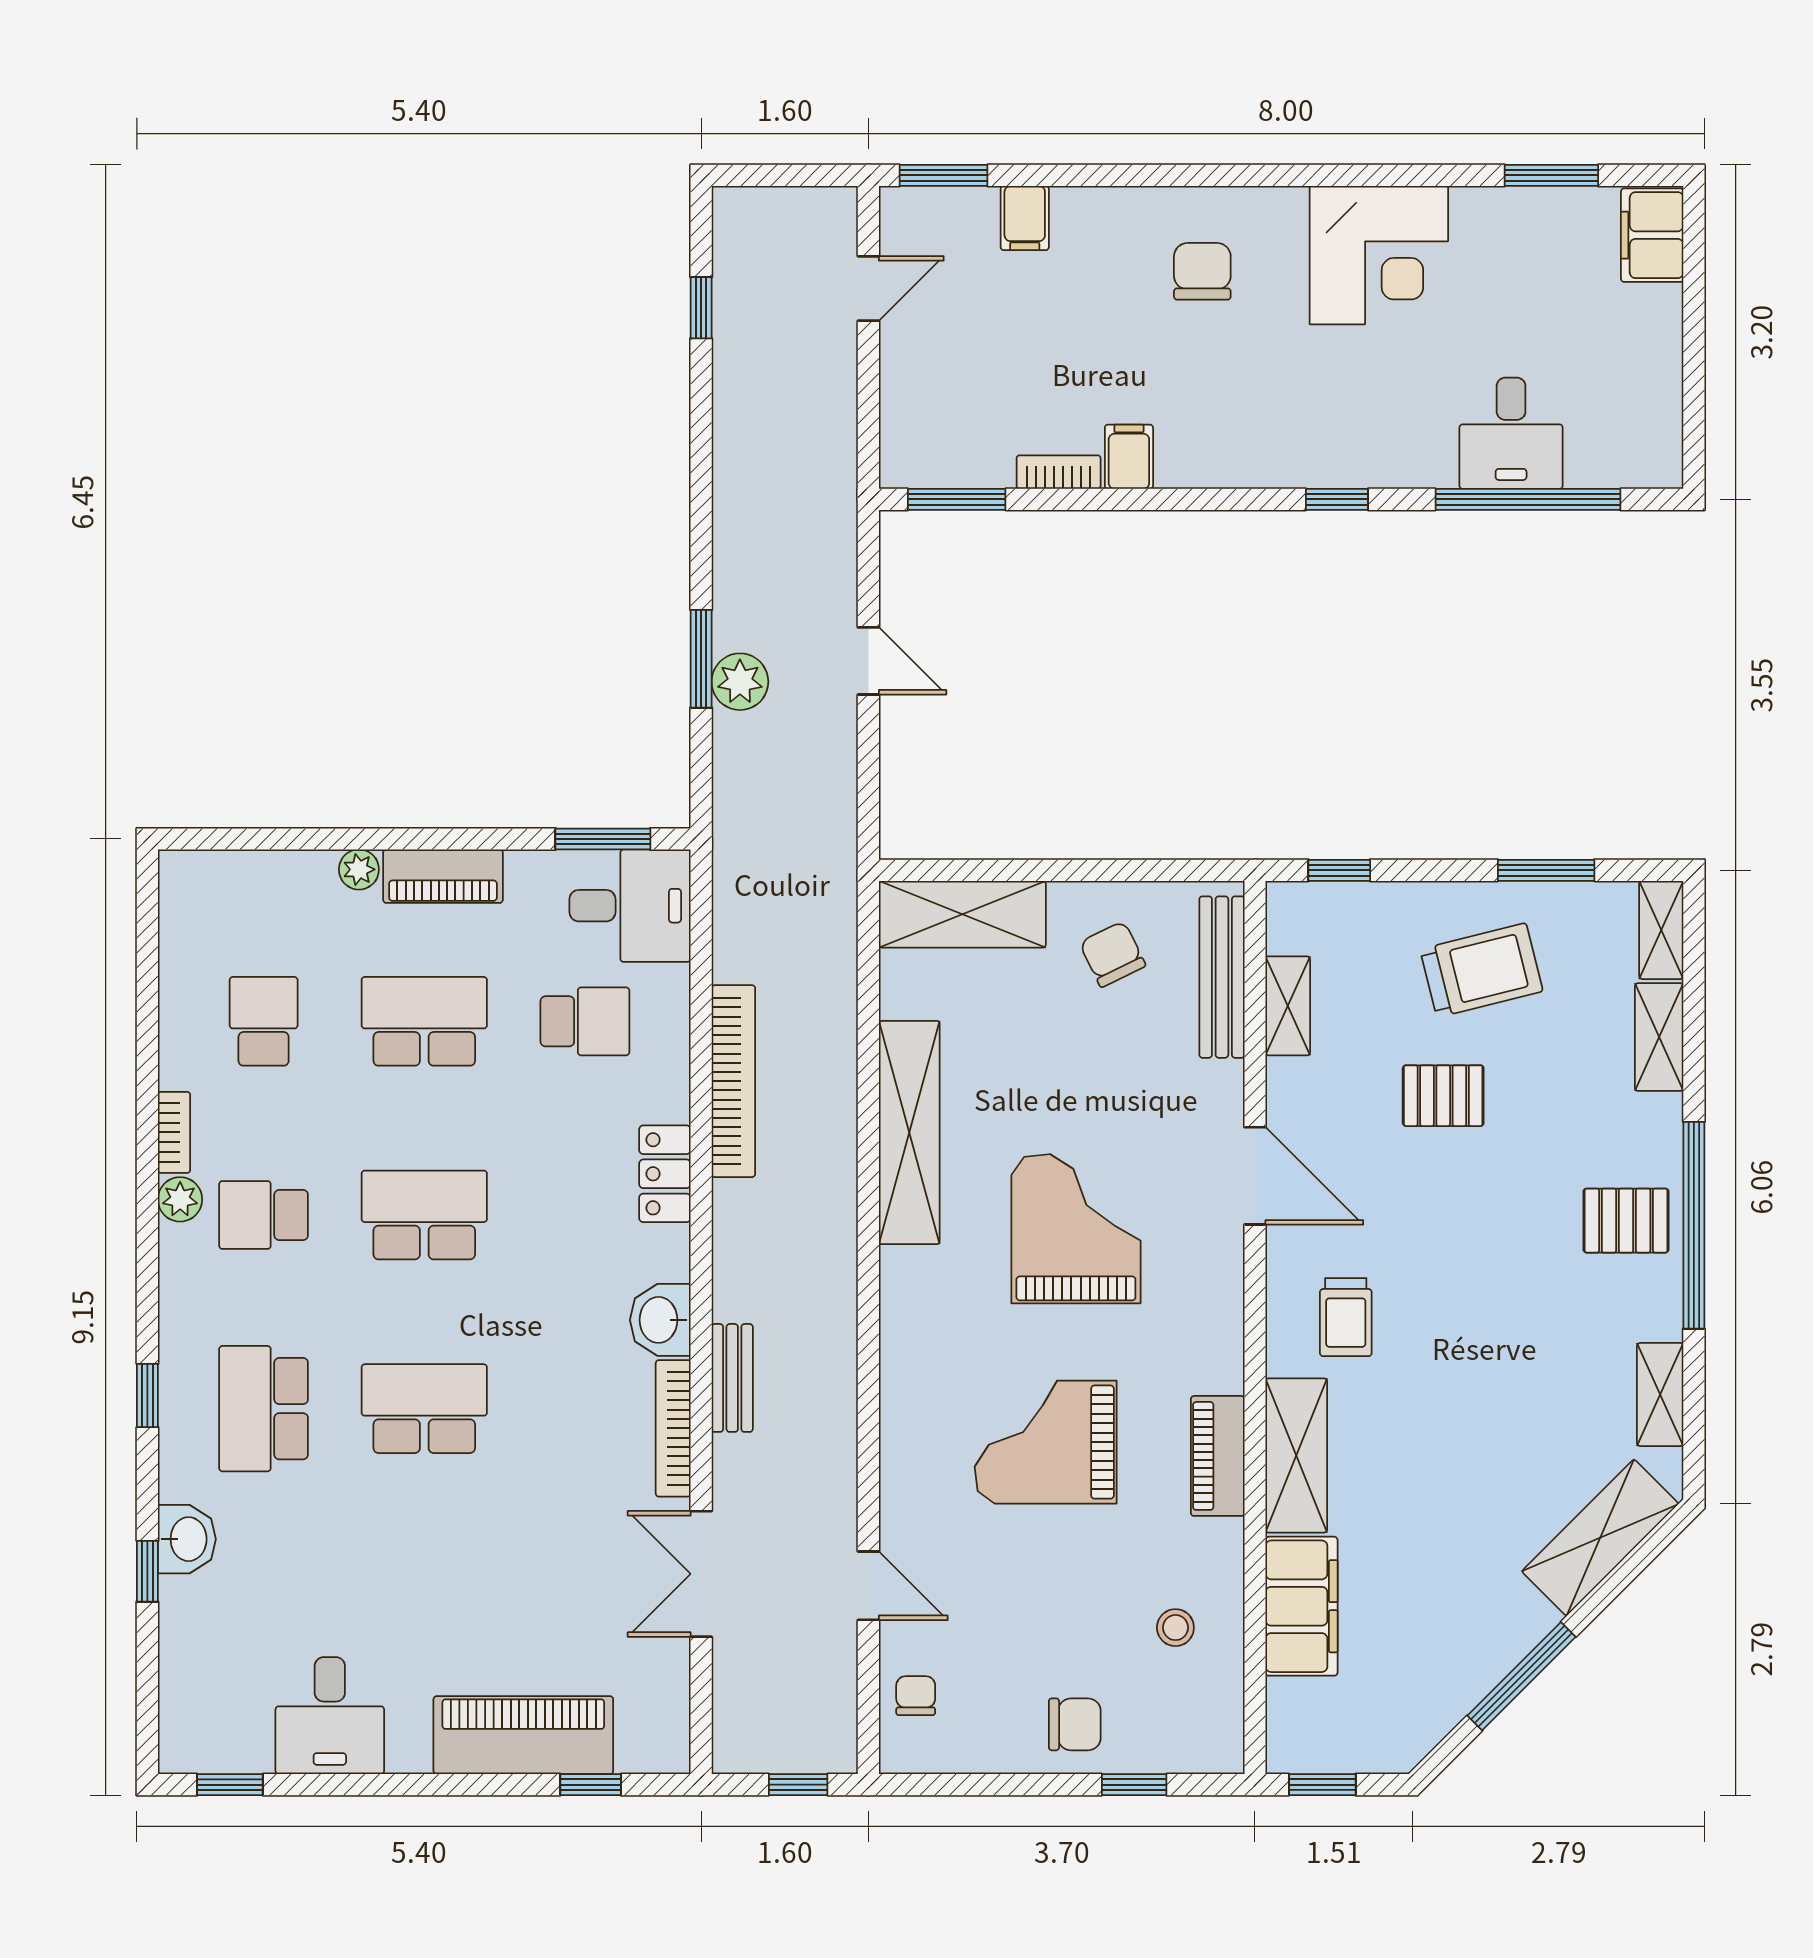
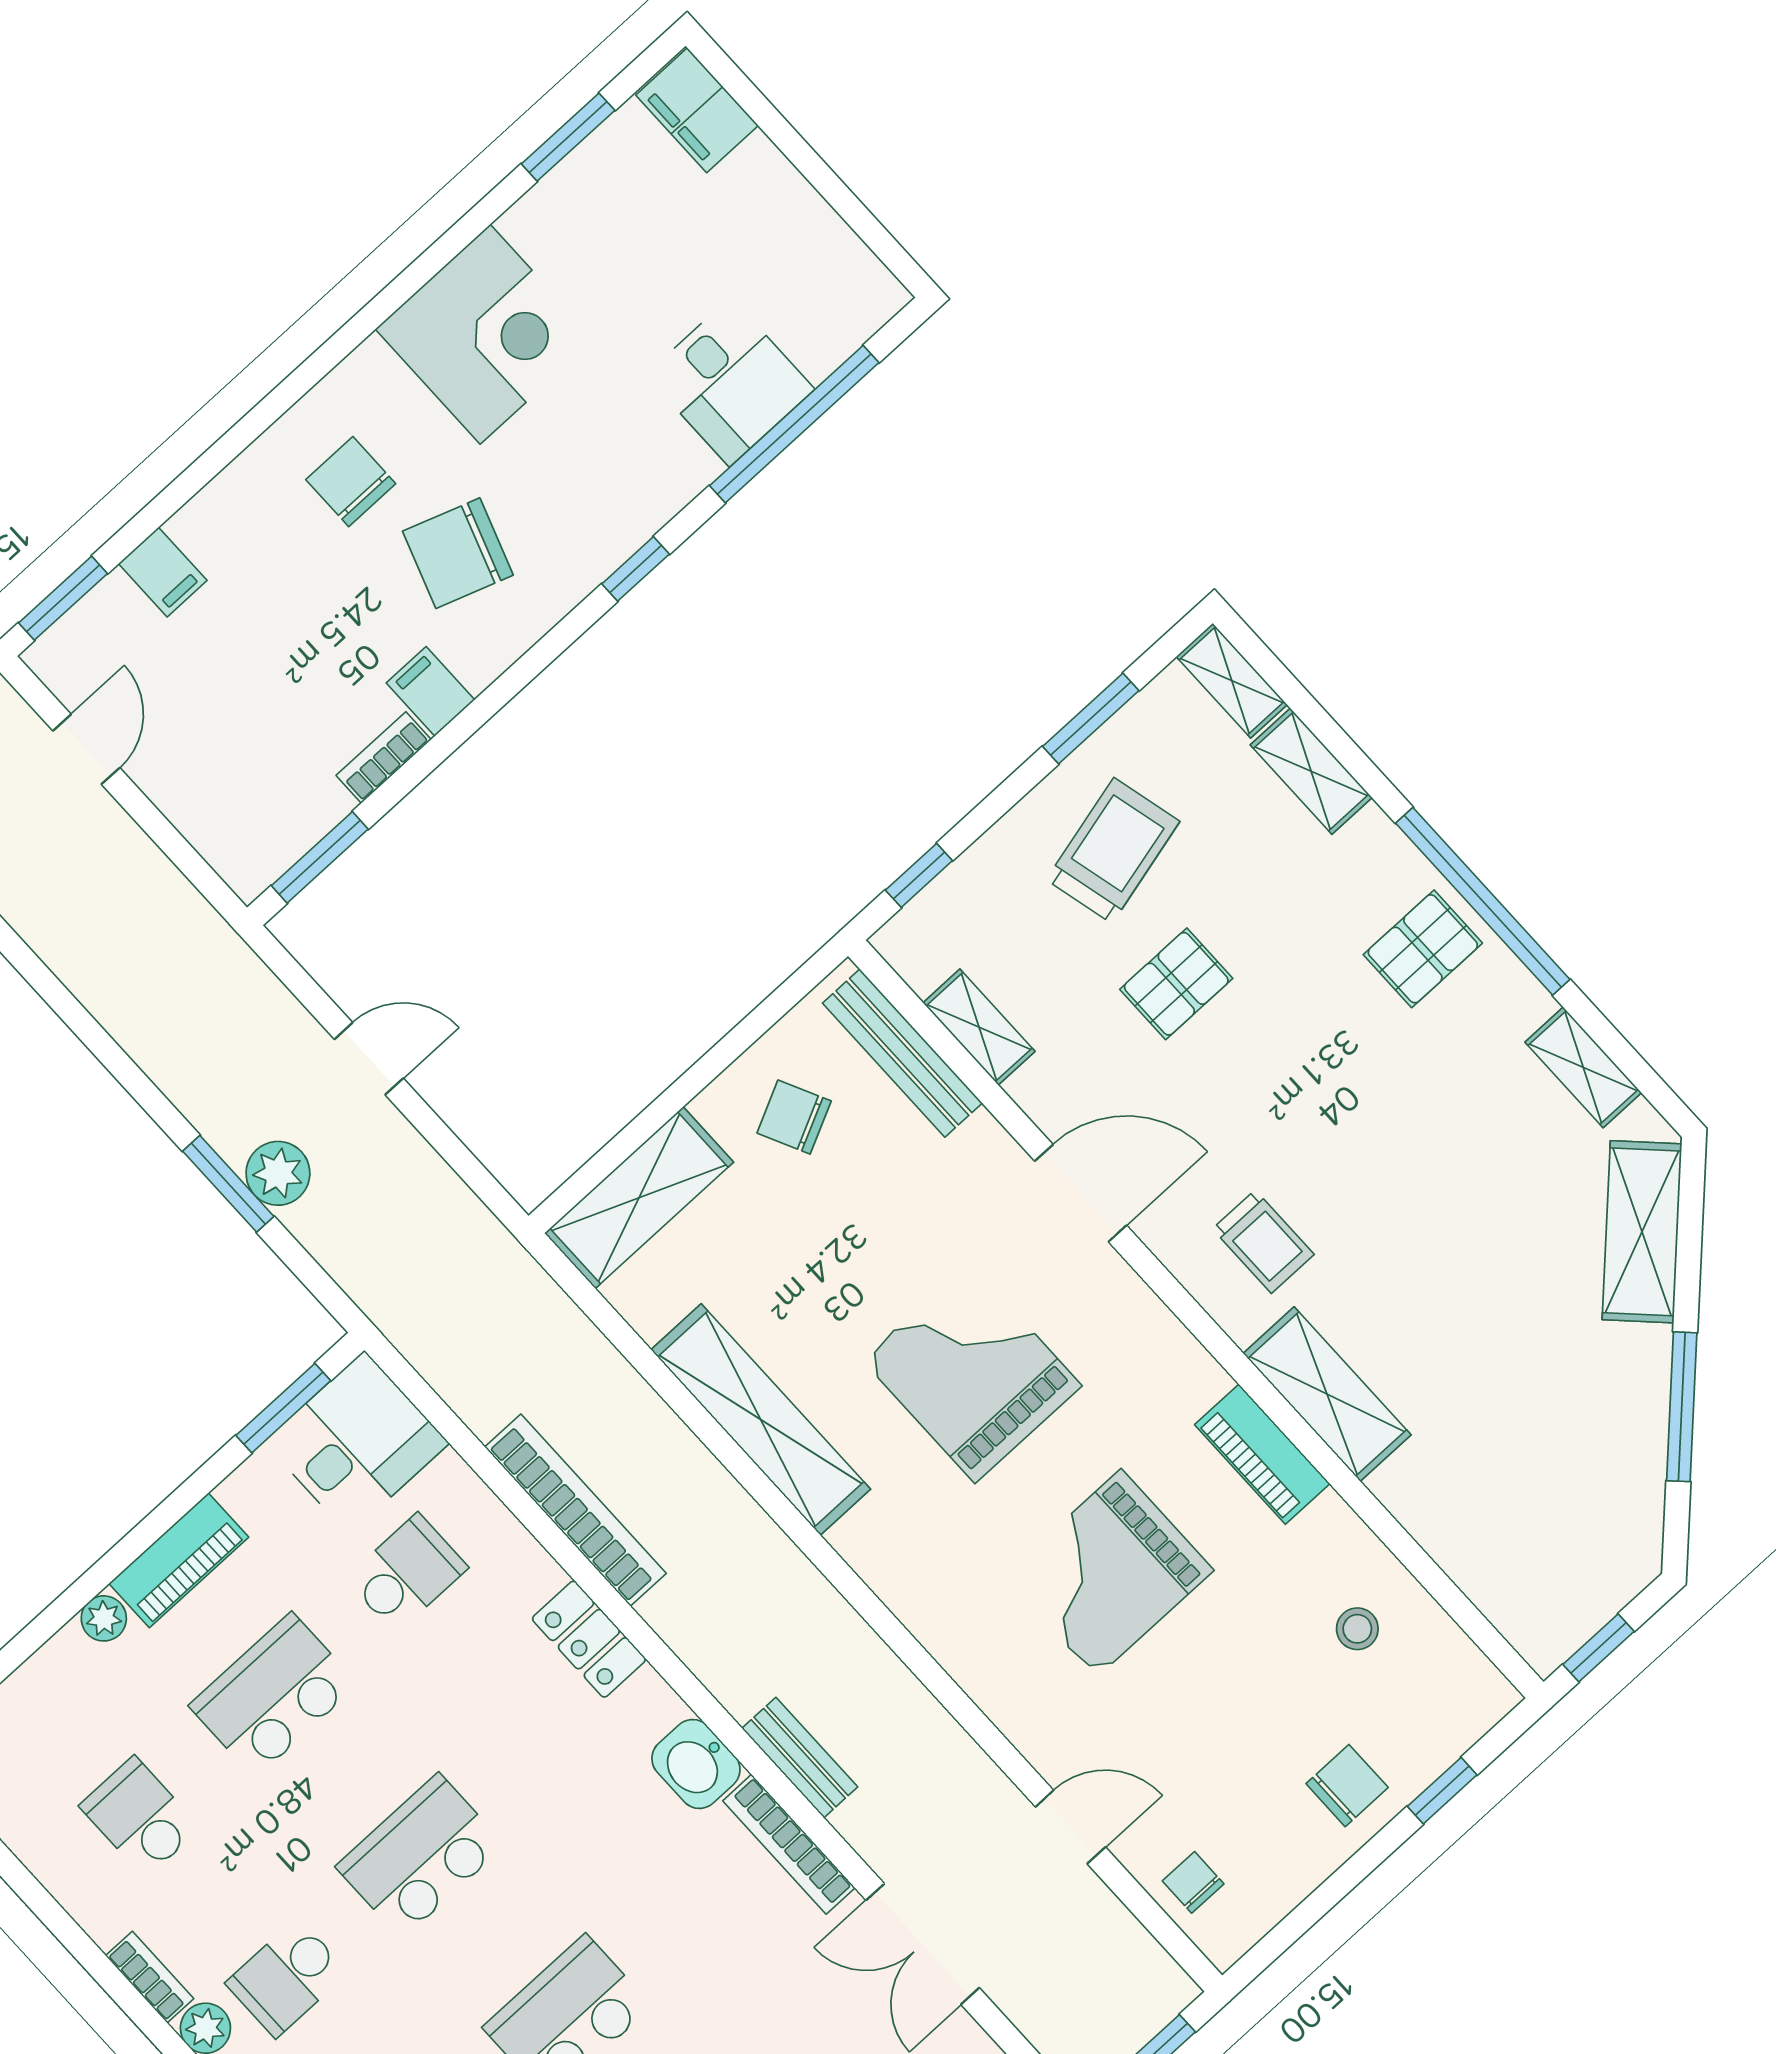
chair: (1230, 383) -> (458, 553), added
filing cabinet: (1301, 1606) -> (1446, 1515), removed

